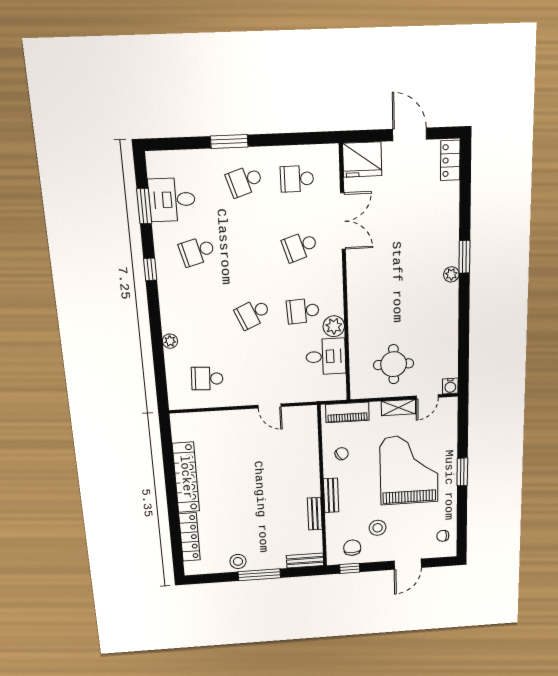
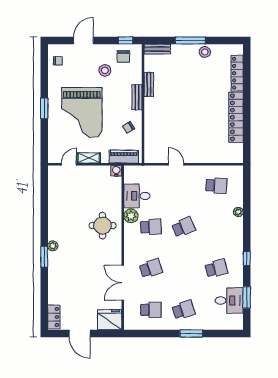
round table: (394, 364) -> (103, 226), moved
water cooler: (450, 386) -> (116, 171), moved

